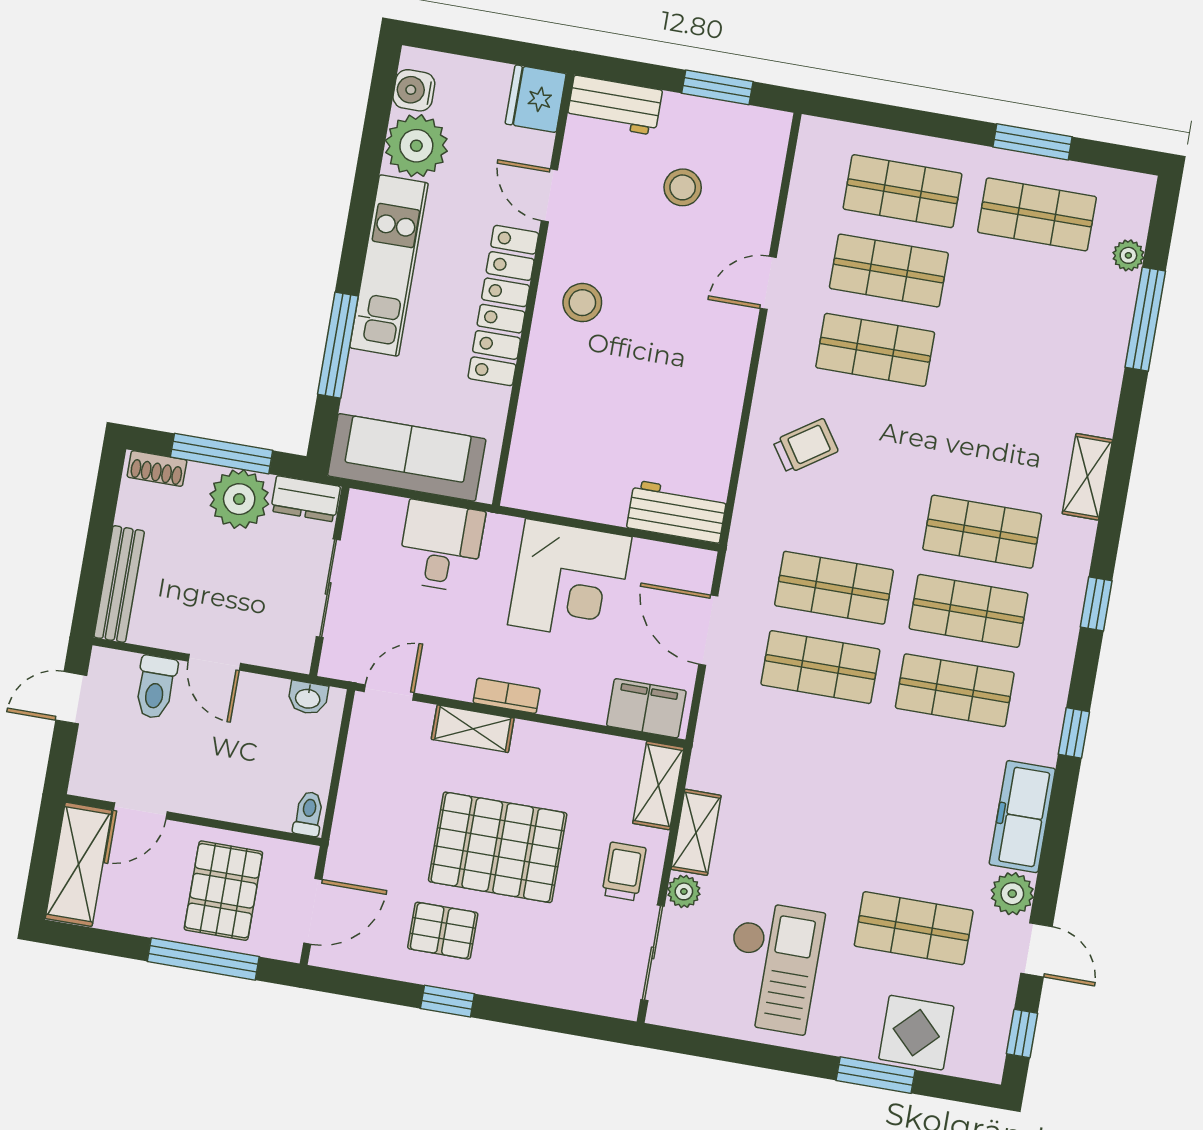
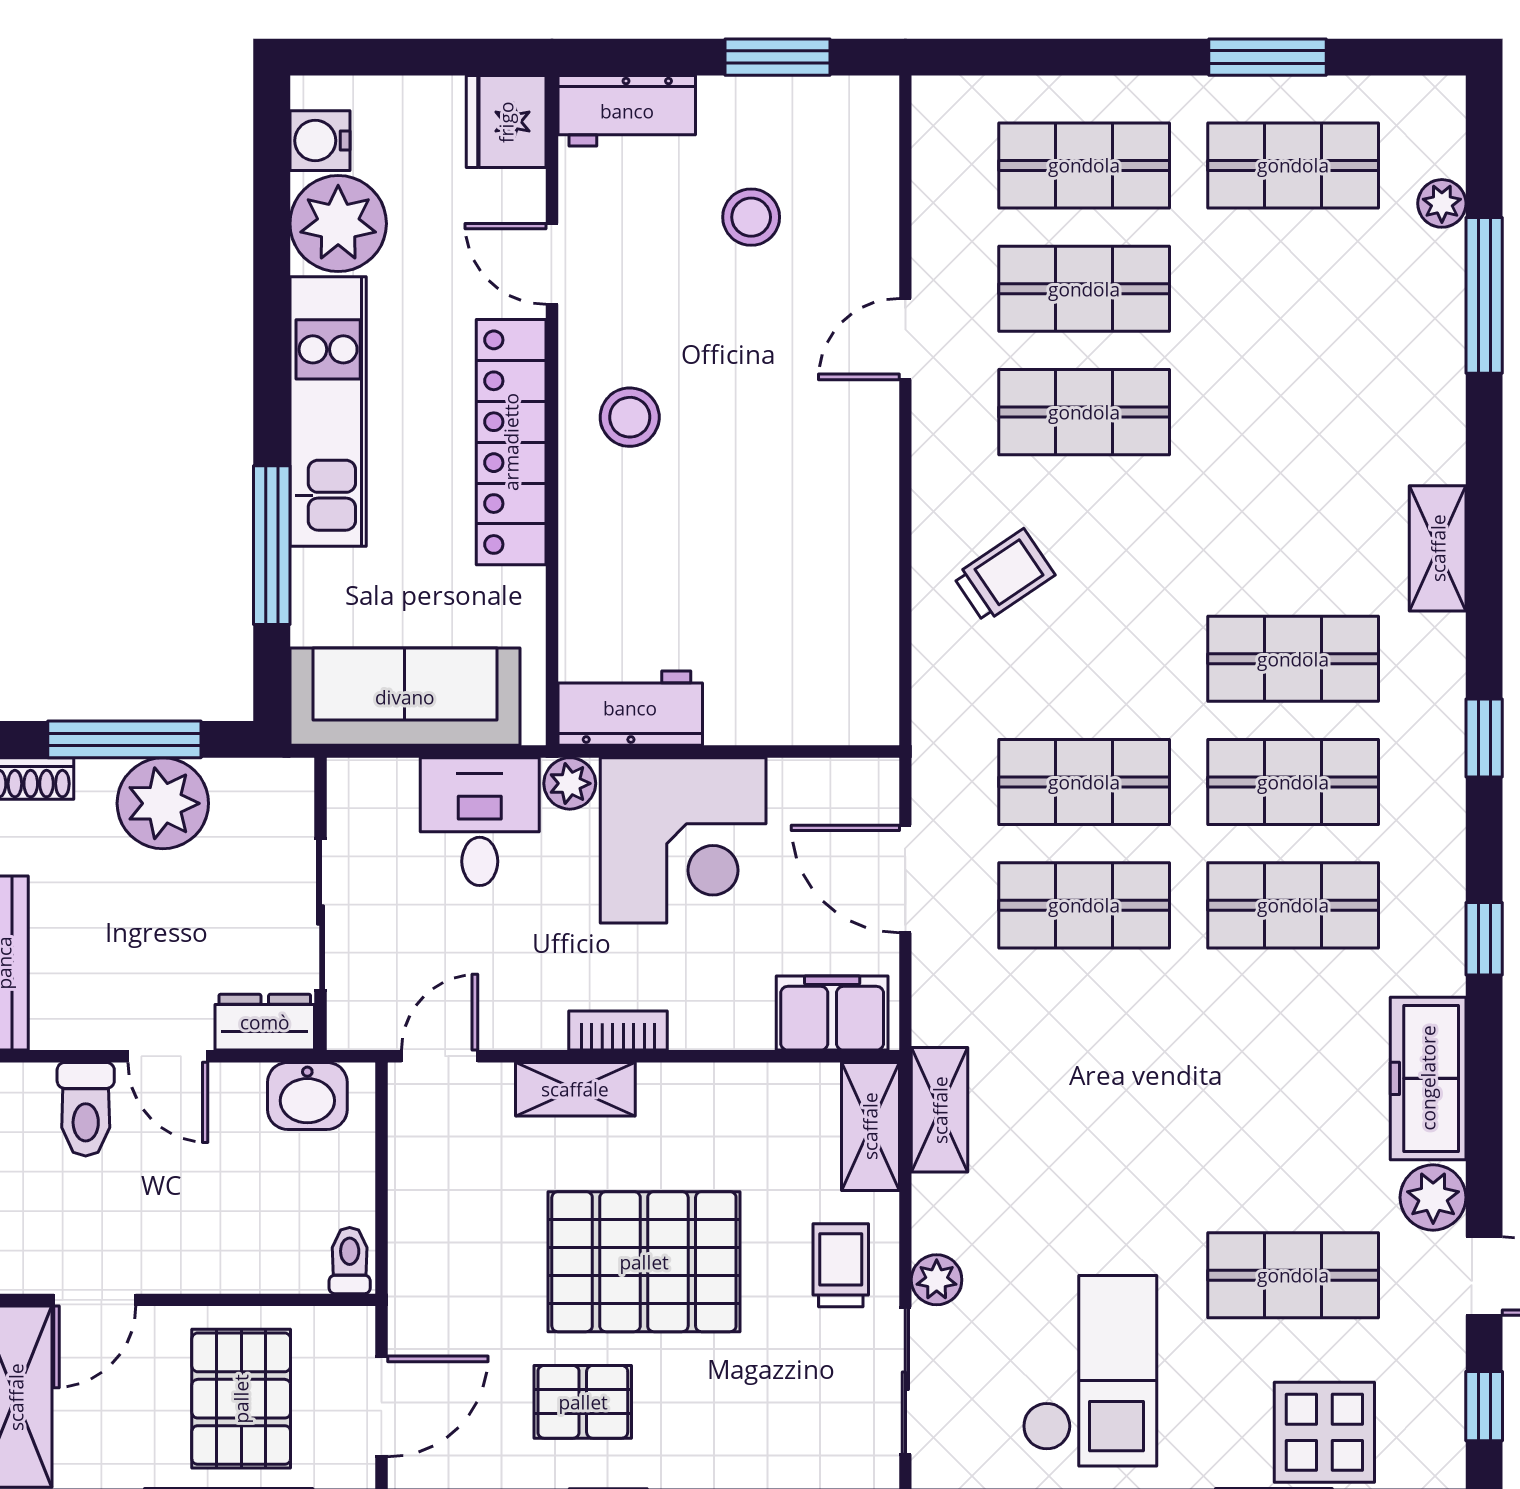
dresser: (306, 499) -> (265, 1022), moved, turned 180
workbench: (677, 512) -> (630, 708), moved
plant: (503, 532) -> (570, 783), added
washbasin: (308, 698) -> (307, 1096), width x1.38, depth x1.45
shelving: (696, 832) -> (940, 1110), moved

